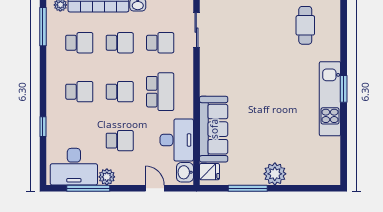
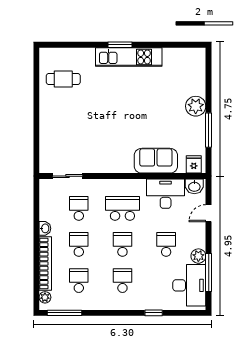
sofa: (214, 129) -> (156, 161), width x0.73

